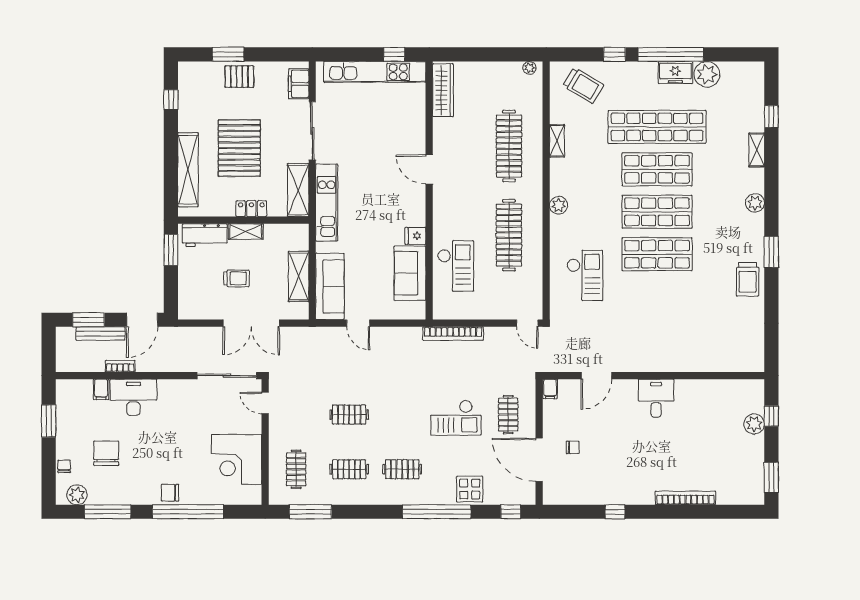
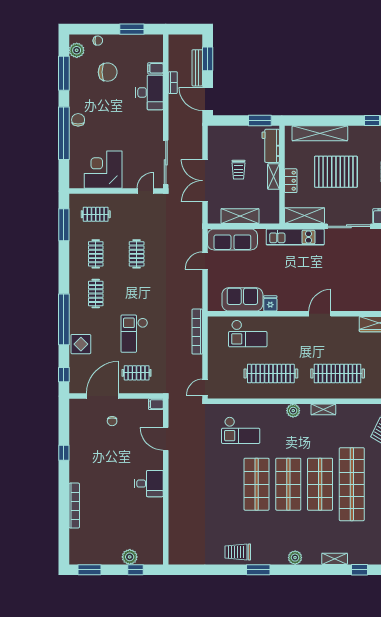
shelving: (557, 141) -> (323, 409), moved

